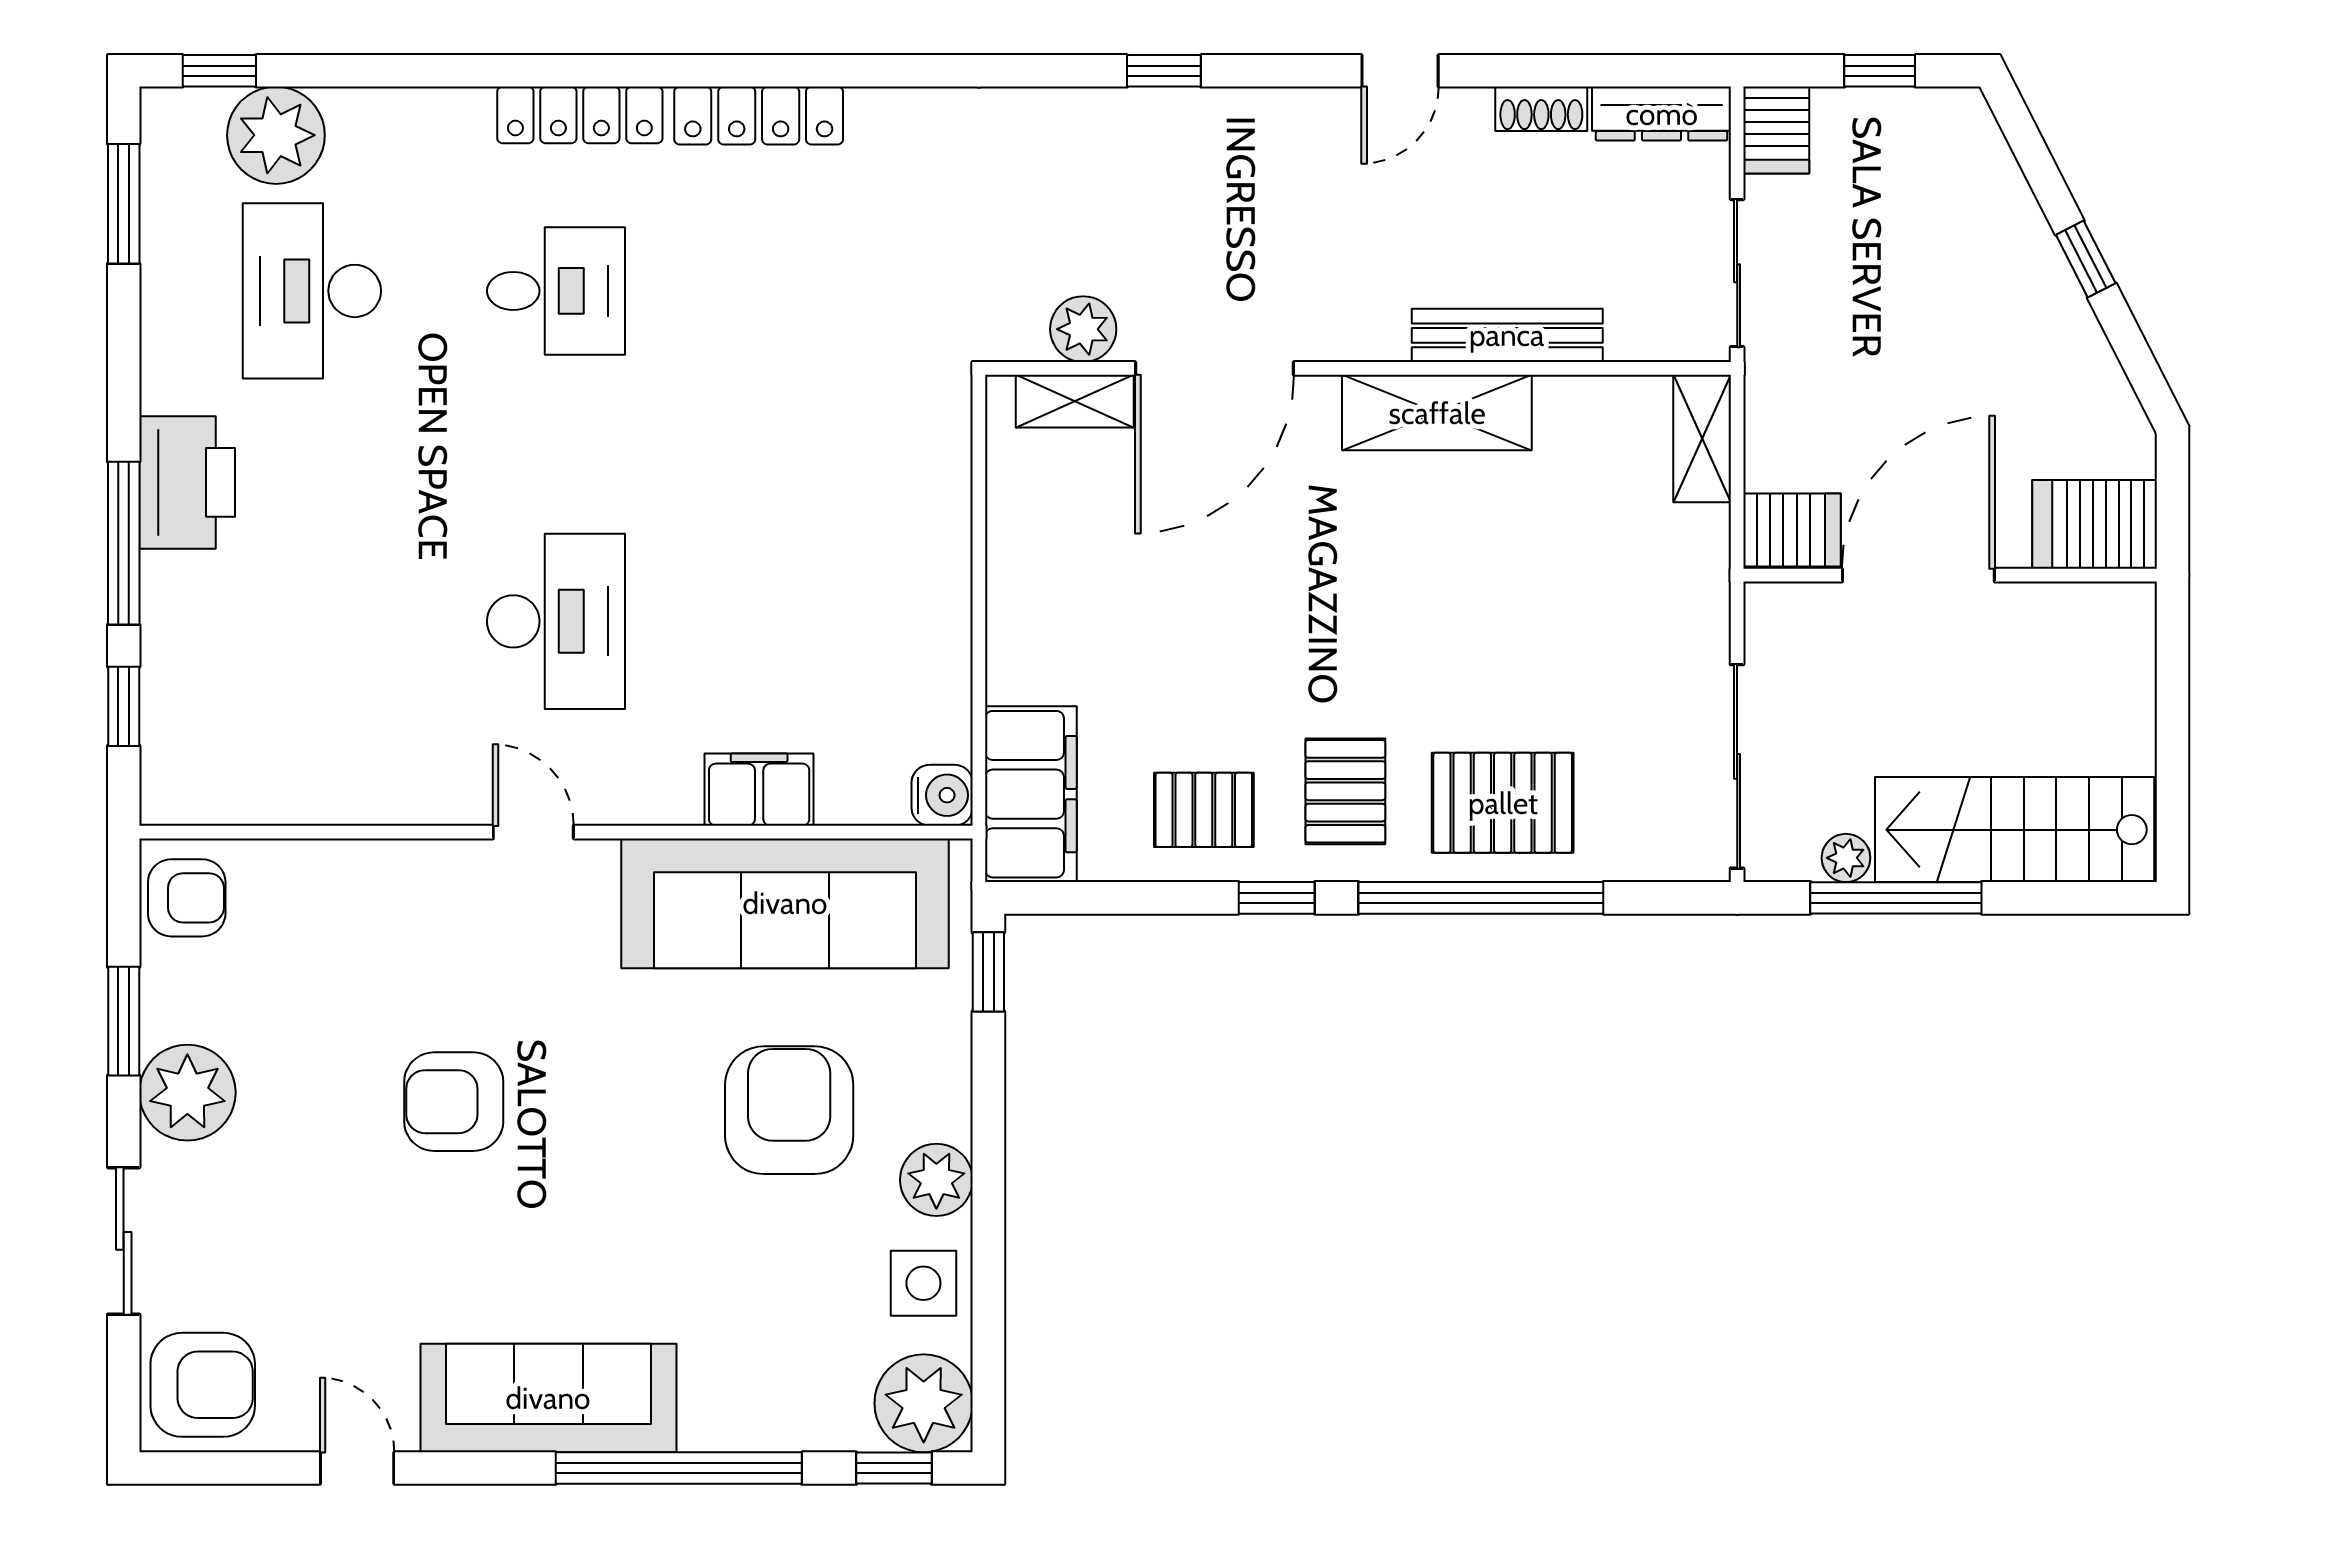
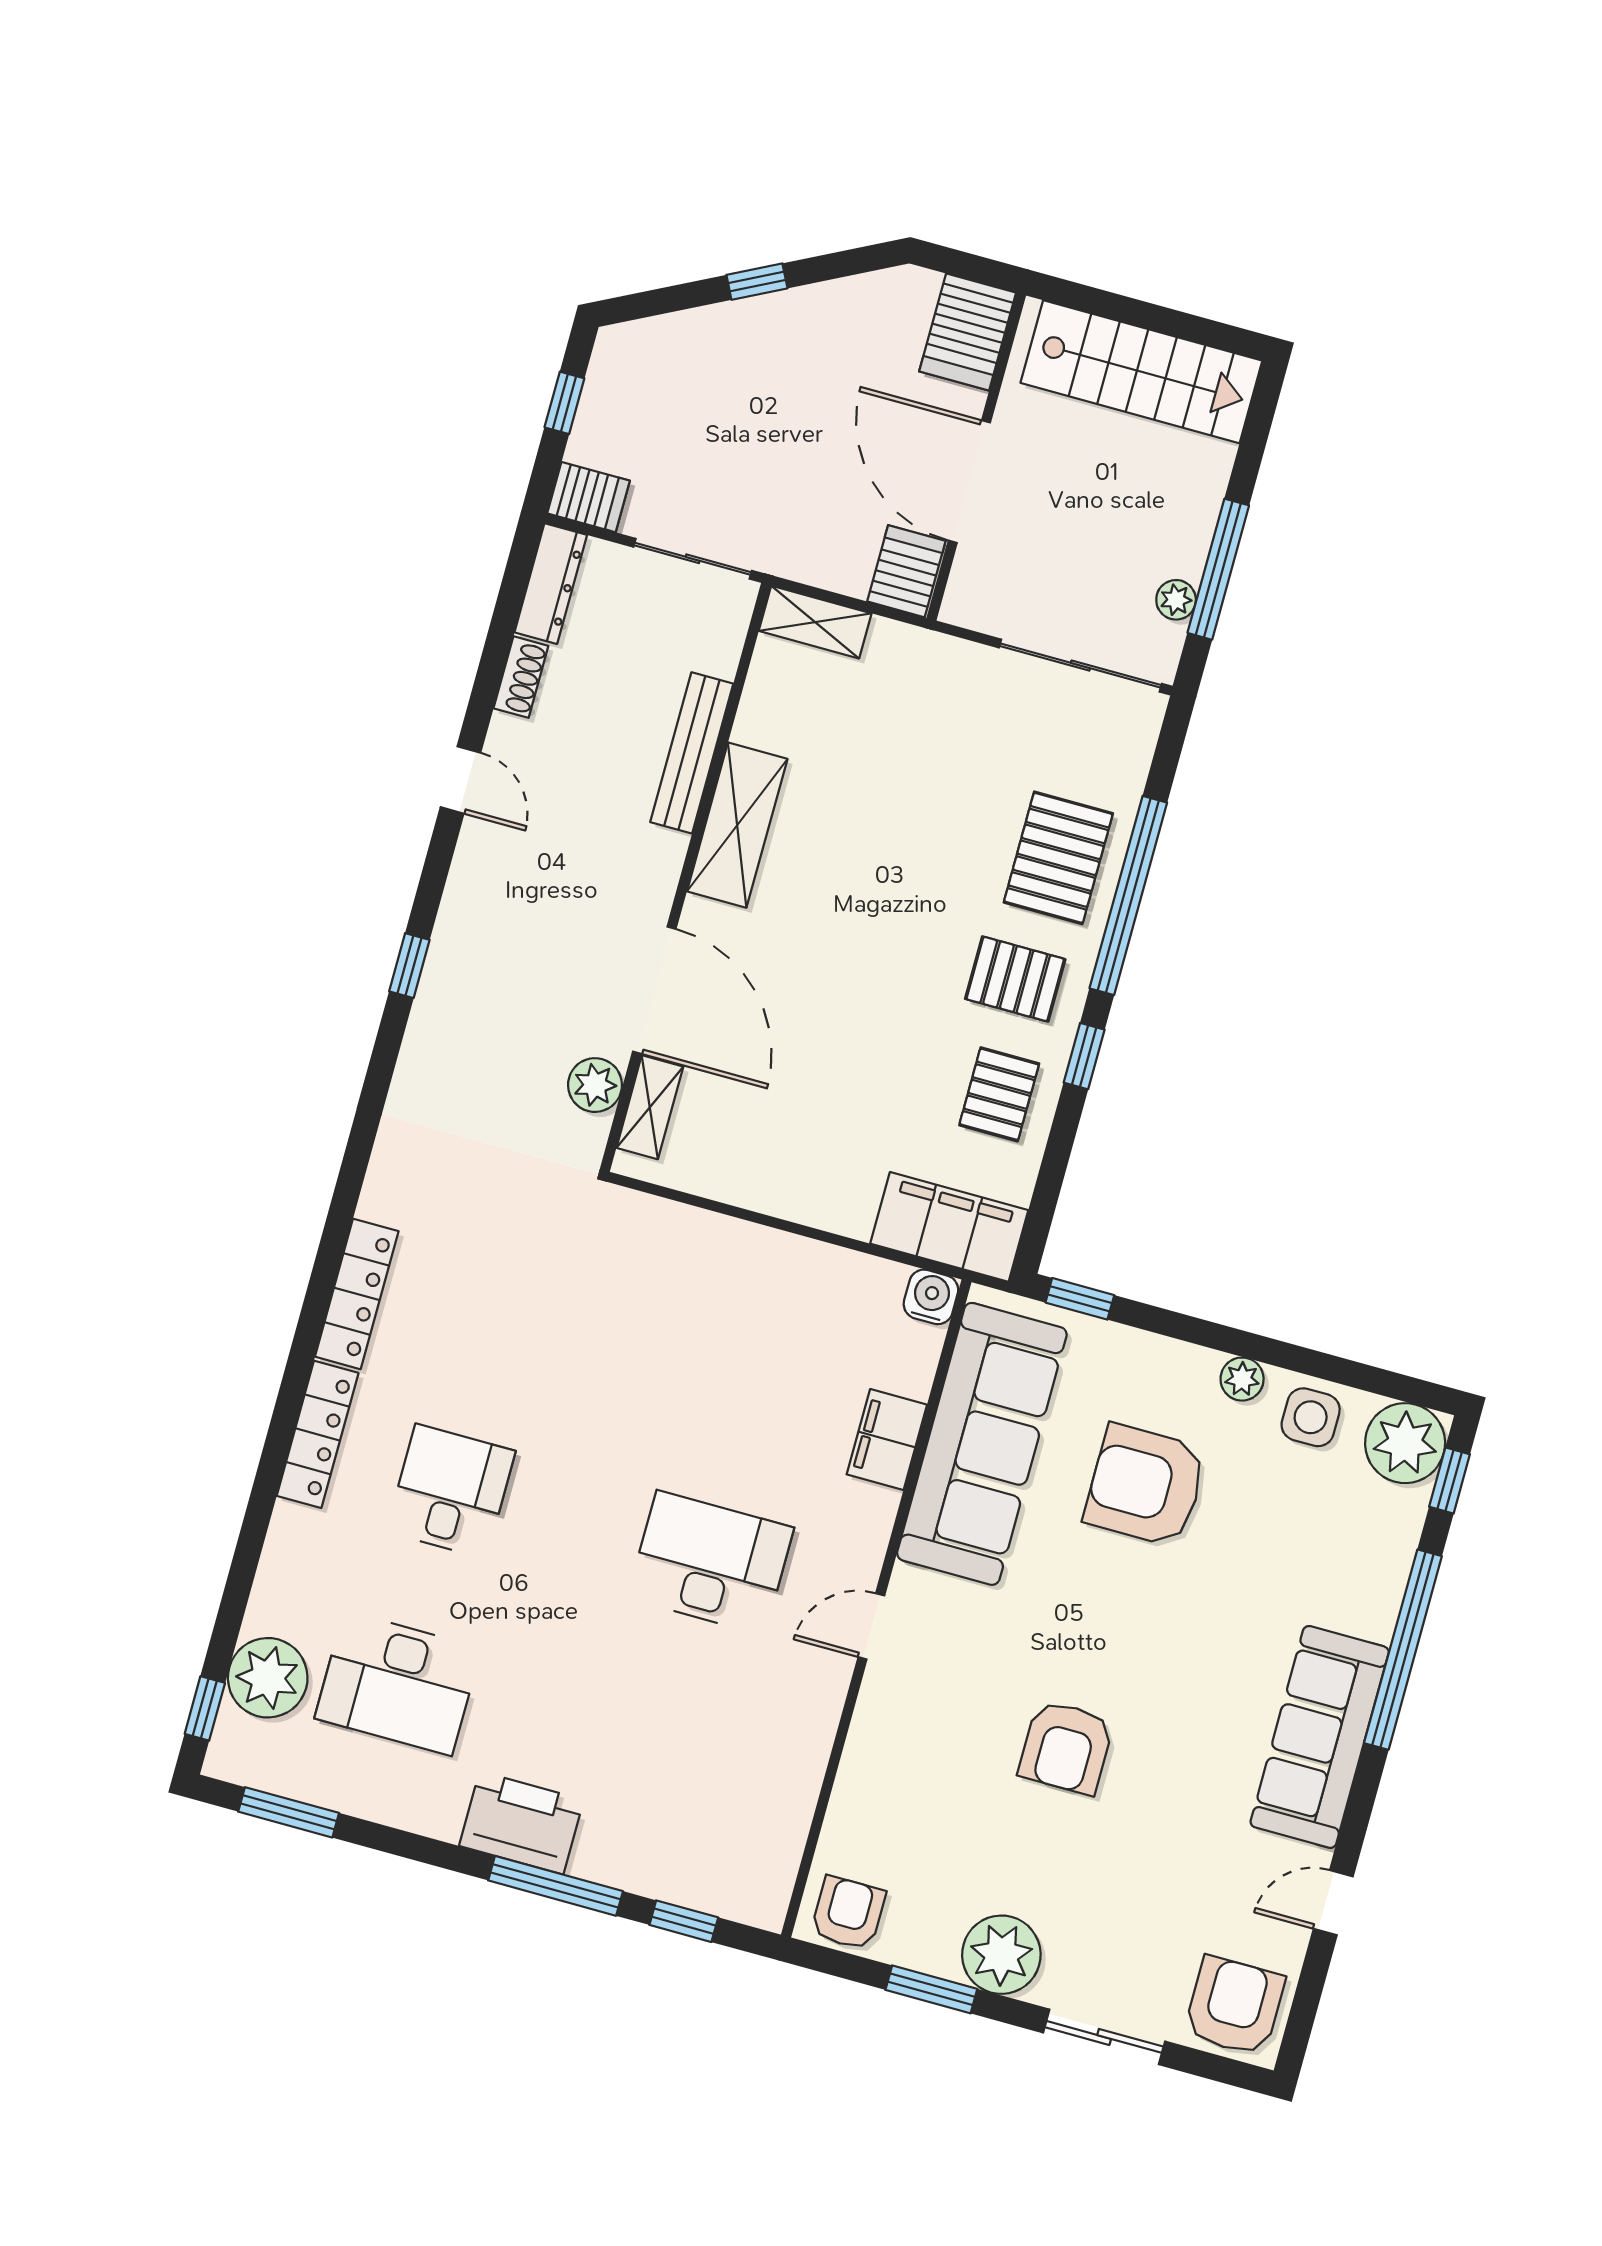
stairs: (2015, 830) -> (1141, 372), moved, turned -90
plant: (936, 1180) -> (1242, 1379), width x0.73, depth x0.73

